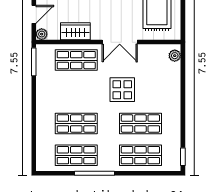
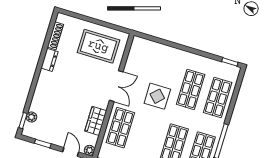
plant: (175, 56) -> (142, 43), removed

